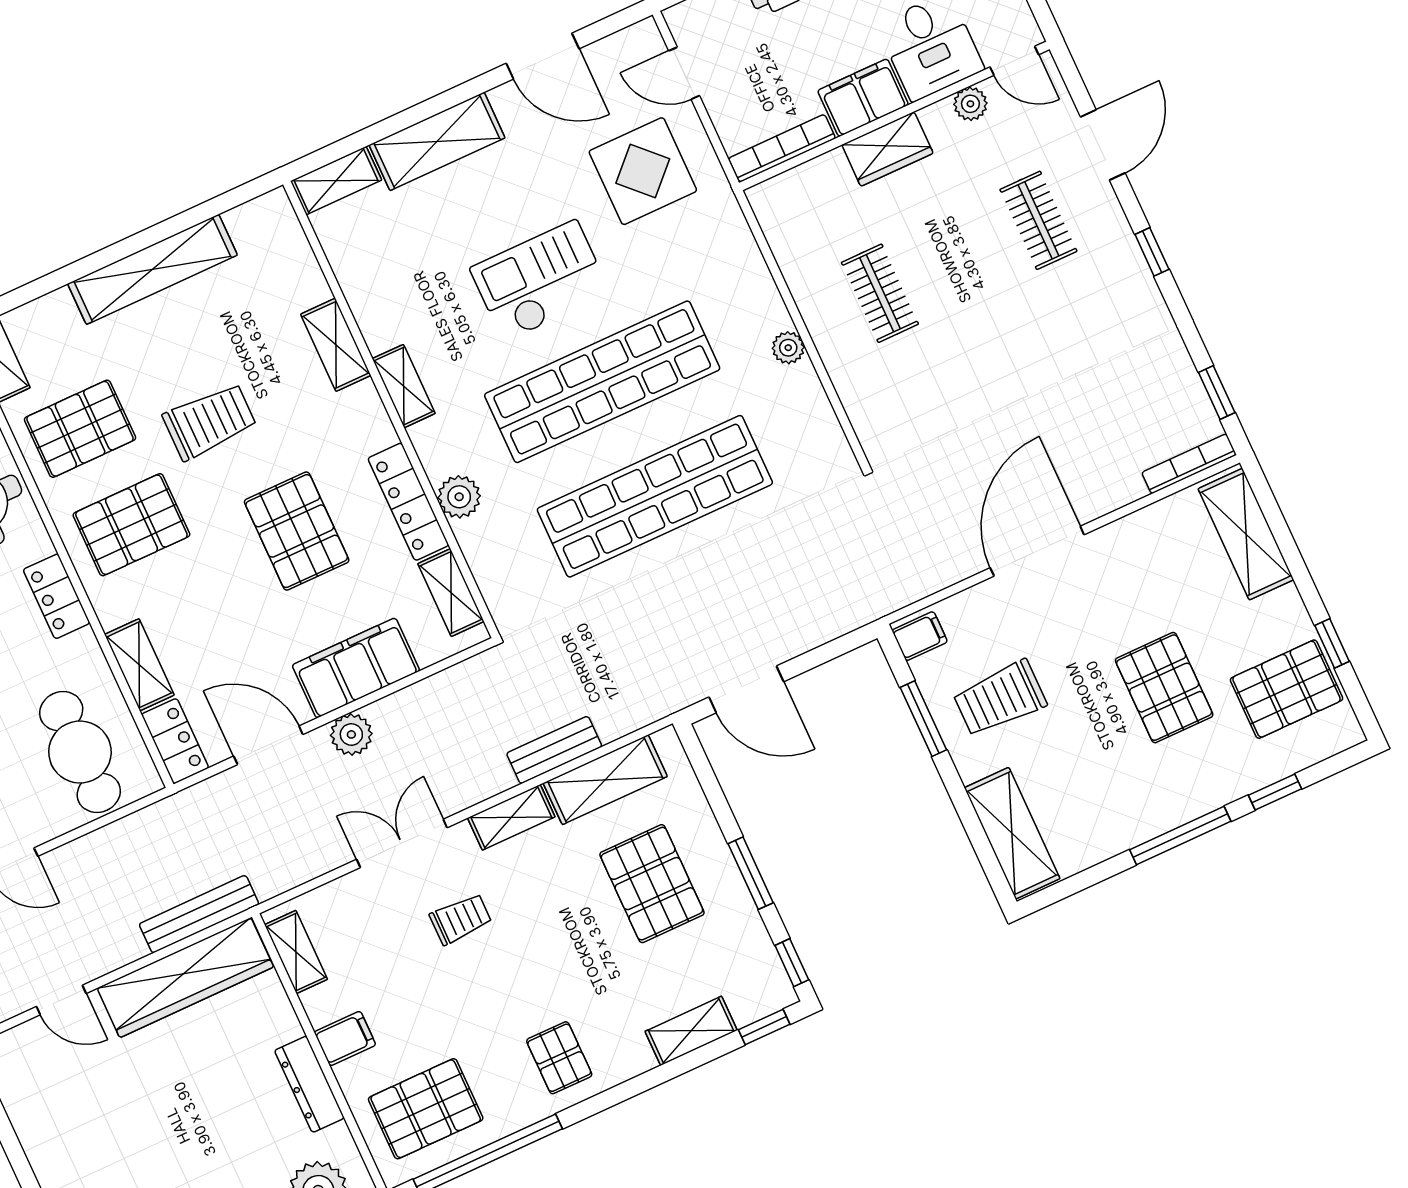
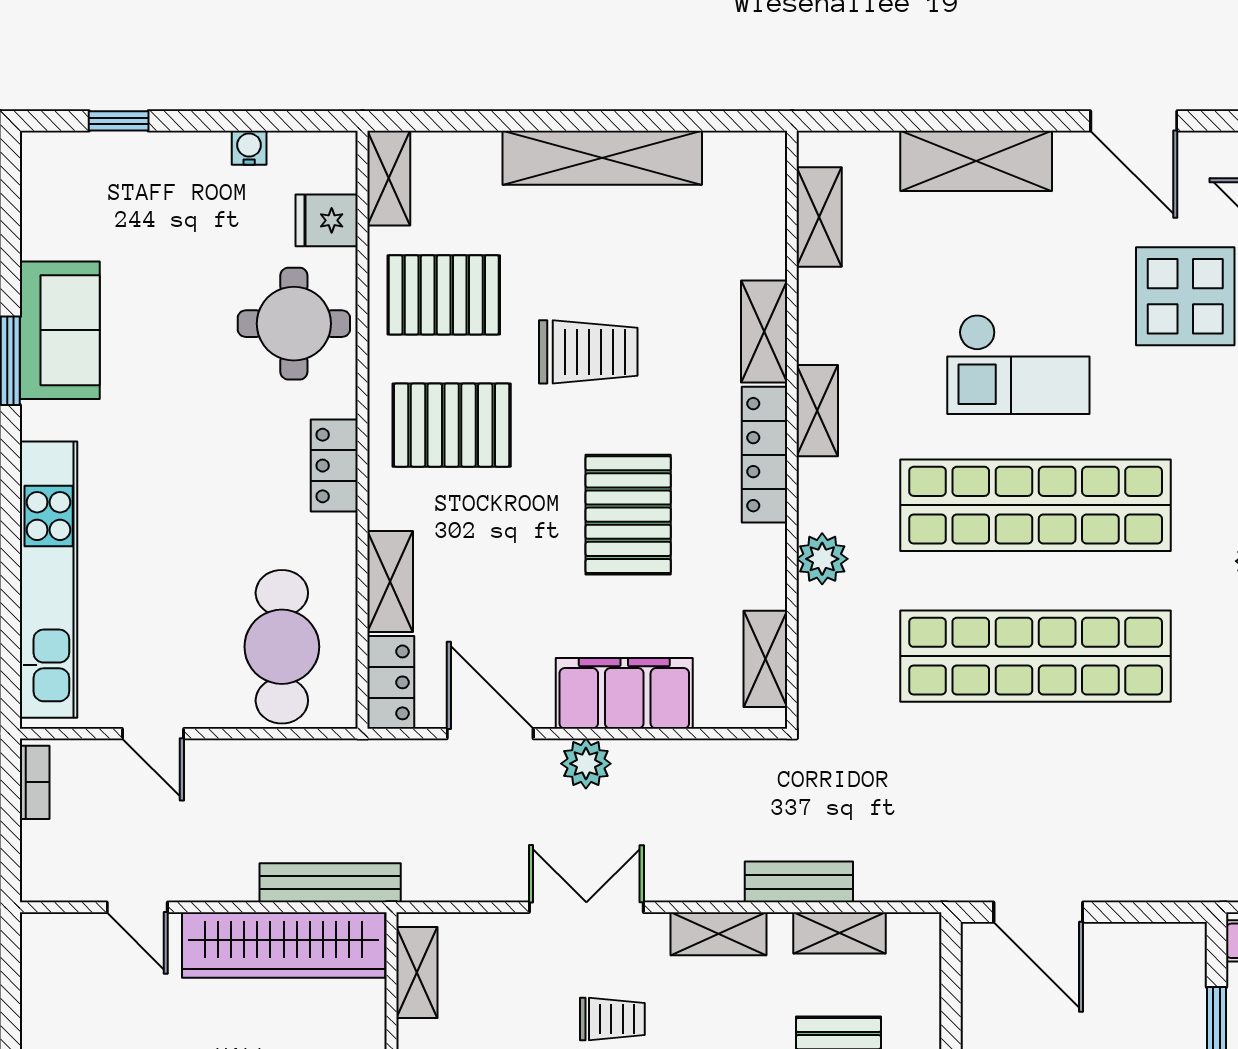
shelving: (336, 181) -> (819, 217), moved, turned 90
checkout: (540, 281) -> (1018, 364), turned 180
locker: (408, 502) -> (765, 455), moved
shelving: (605, 780) -> (840, 933), width x0.67, depth x0.75

